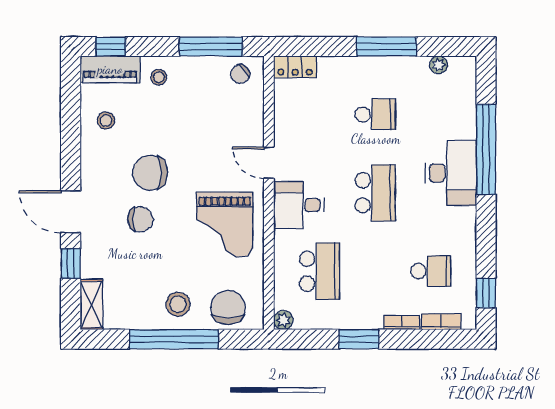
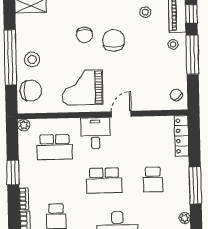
window: (211, 47) -> (192, 55), moved
locker: (295, 67) -> (182, 136), width x1.53

